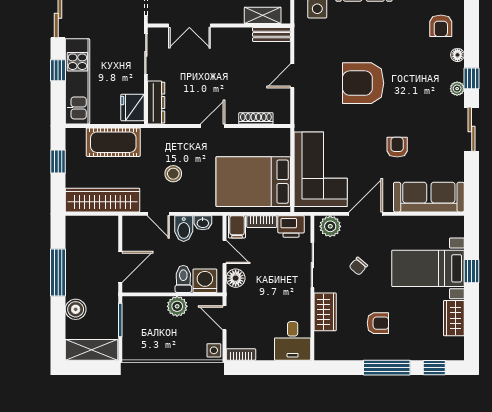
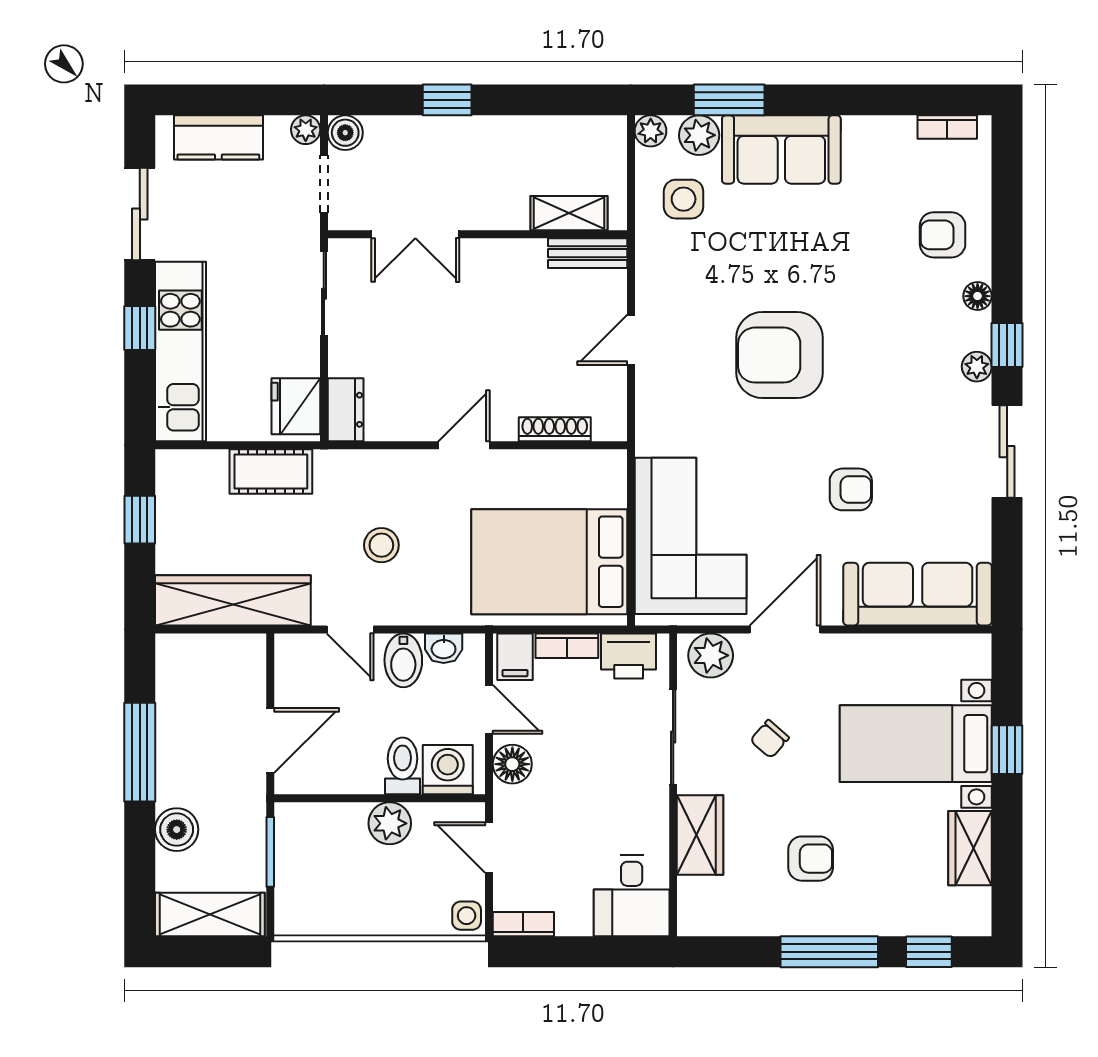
armchair: (441, 26) -> (943, 235), turned 90
dresser: (156, 103) -> (346, 410), width x0.70
cot: (113, 142) -> (271, 471), width x0.73, depth x0.75
armchair: (397, 147) -> (851, 489), turned 90

